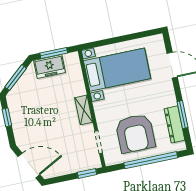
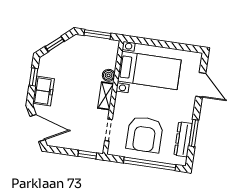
freezer: (50, 66) -> (43, 91), moved, turned -90
window: (16, 78) -> (55, 44), width x0.67
boiler: (79, 89) -> (109, 75), added

